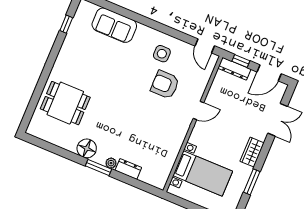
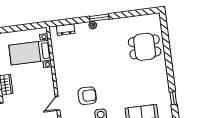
door: (198, 111) -> (58, 103), moved
floor lamp: (87, 148) -> (114, 26), removed
dresser: (128, 169) -> (66, 30), moved

